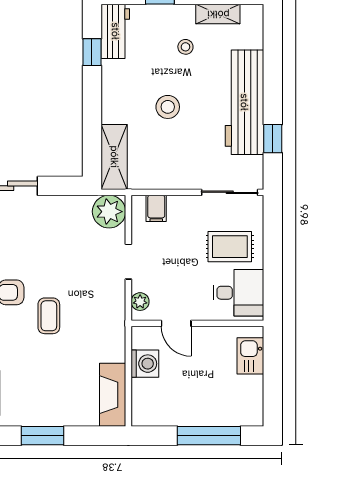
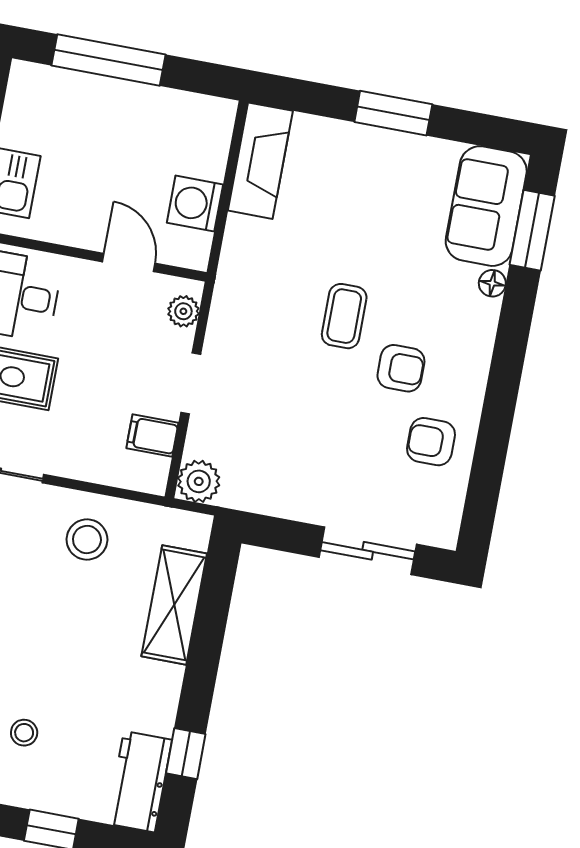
stool: (168, 107) -> (87, 540), moved
shelving: (114, 157) -> (174, 605), moved
filing cabinet: (156, 208) -> (152, 436), moved, turned -90
plant: (109, 212) -> (199, 481), width x0.73, depth x0.73

